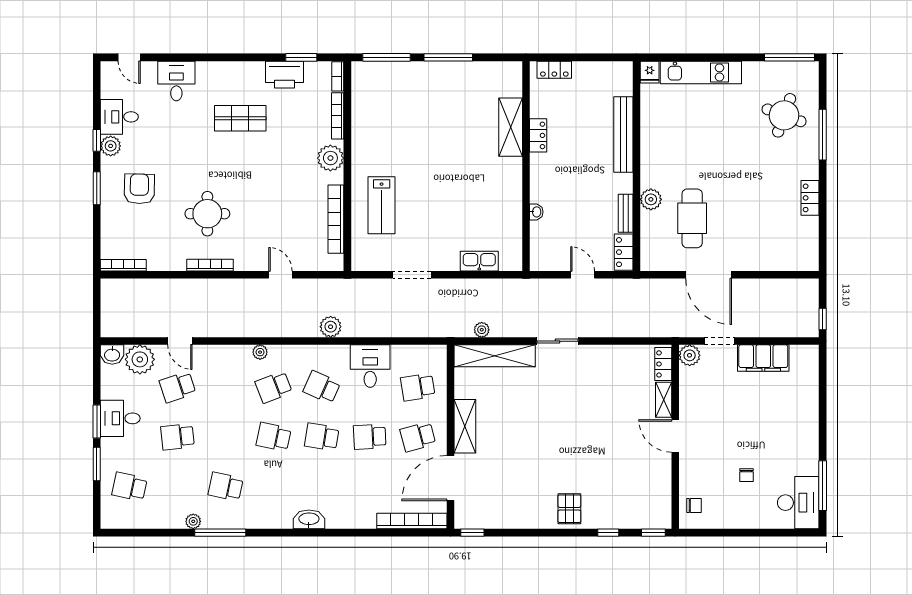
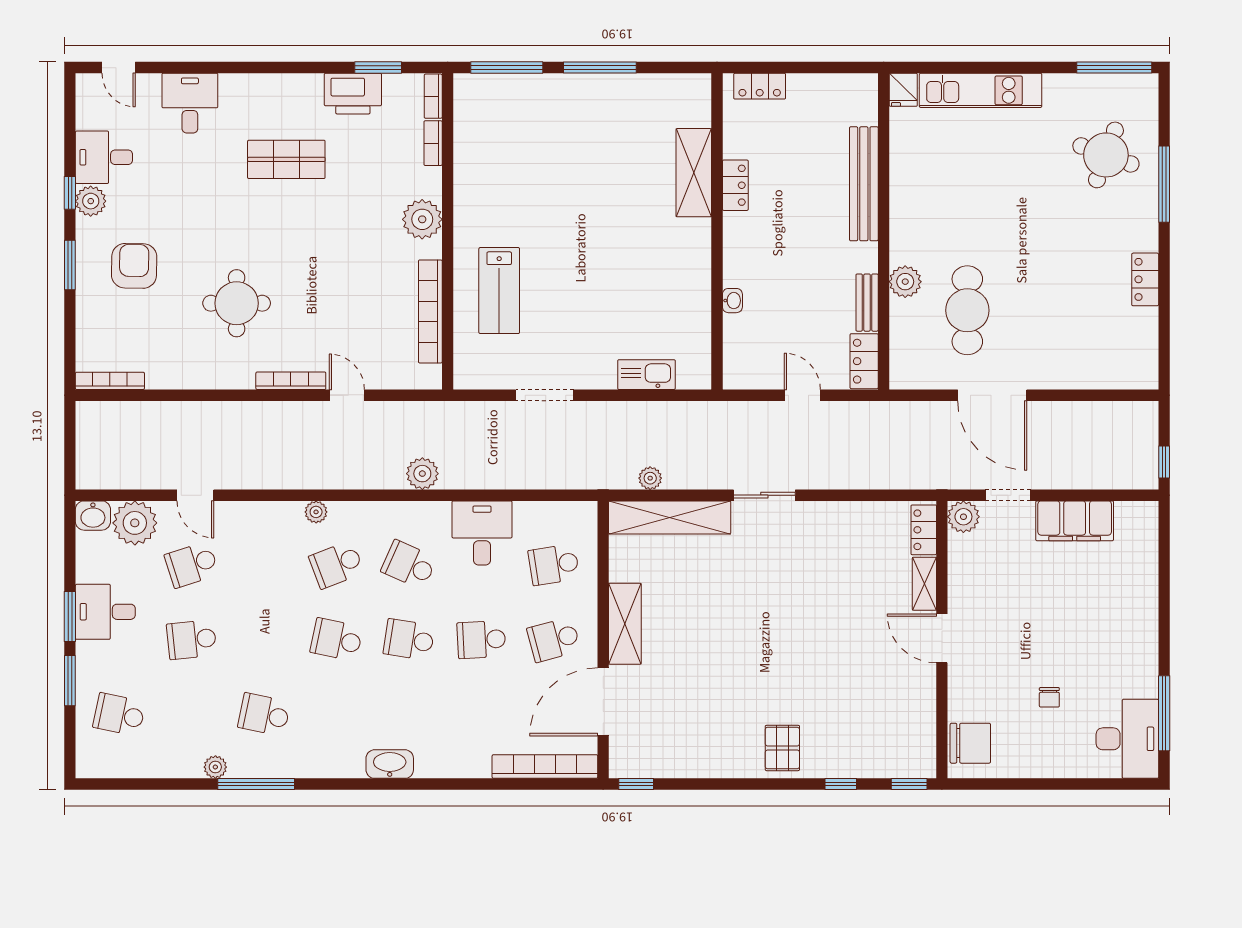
bookcase: (338, 116) -> (433, 143), width x0.64
bookcase: (210, 265) -> (291, 381), moved
chair: (694, 506) -> (970, 743), width x1.87, depth x1.87

